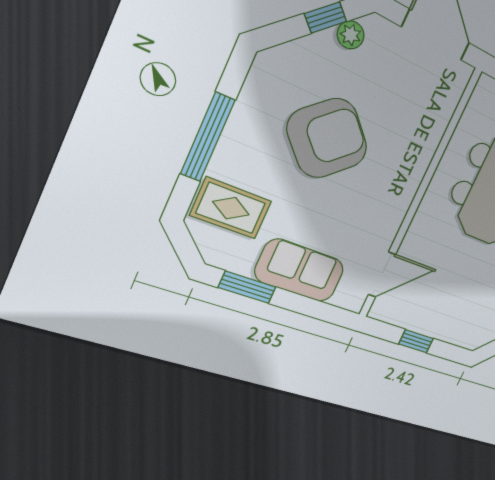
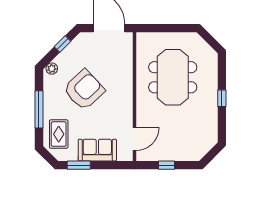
plant: (351, 35) -> (52, 69), moved
rug: (231, 208) -> (59, 134), turned 90

